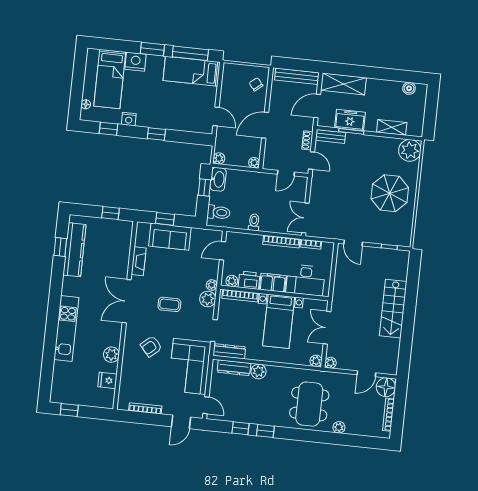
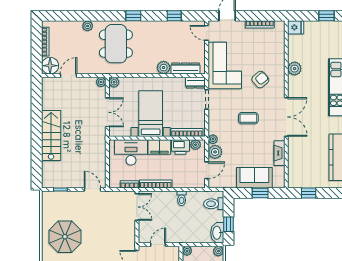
plant: (208, 299) -> (215, 152), moved
dresser: (229, 351) -> (195, 83), width x0.70
fridge: (107, 380) -> (296, 27), moved
window: (265, 431) -> (133, 16), moved

